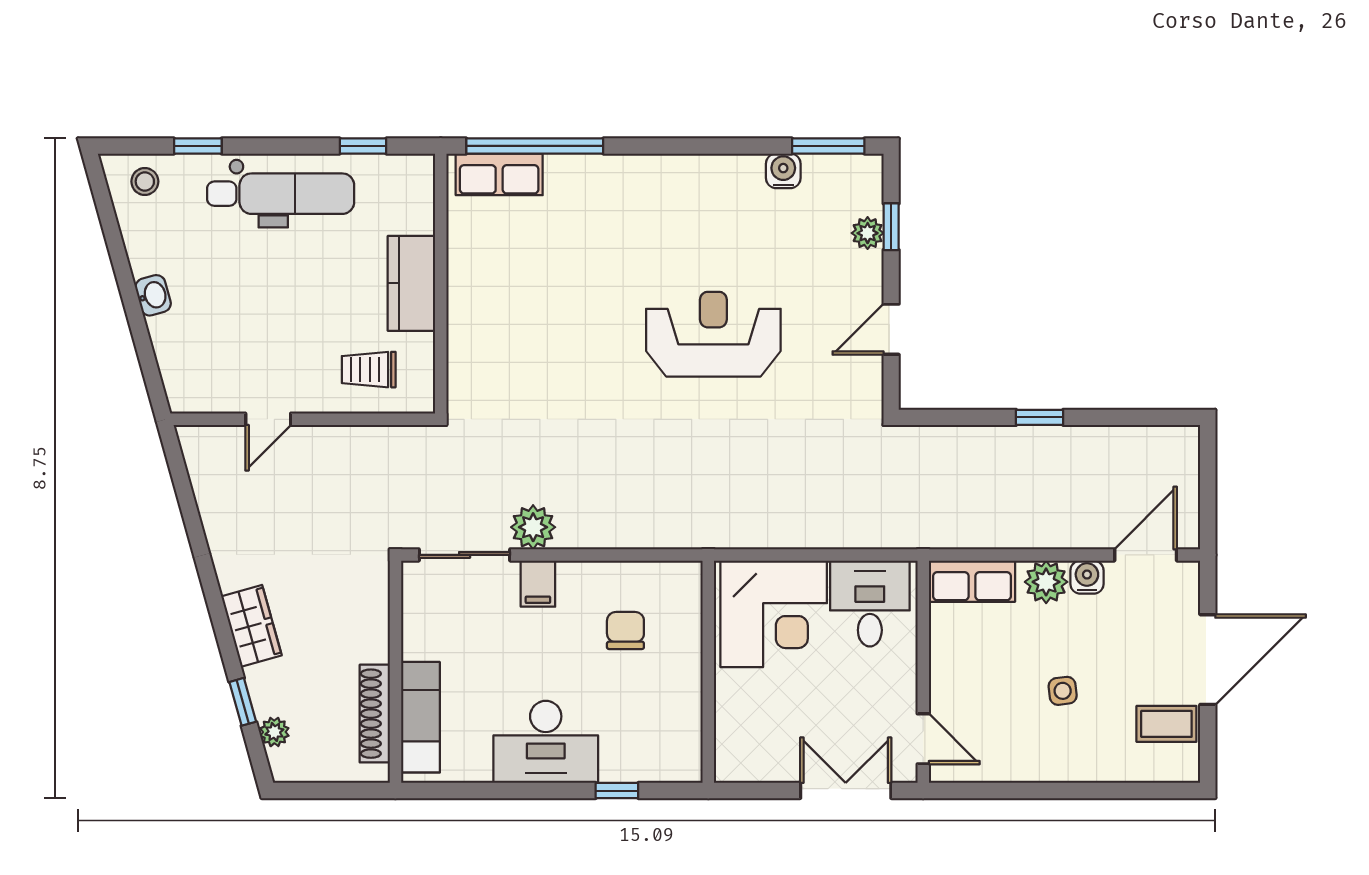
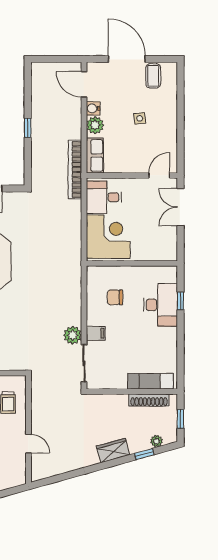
bookcase: (938, 533) -> (75, 170), added
desk: (546, 742) -> (161, 305), moved
window: (329, 791) -> (180, 419), added

